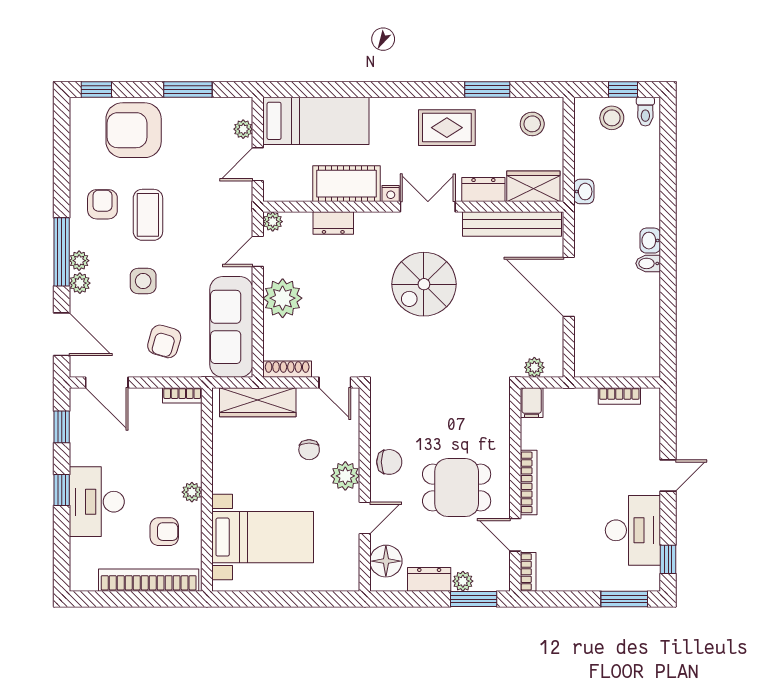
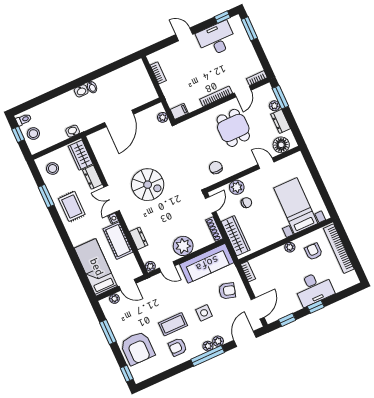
bench: (512, 224) -> (102, 157), removed
chair: (389, 462) -> (216, 168), moved
plant: (345, 476) -> (237, 187), moved

